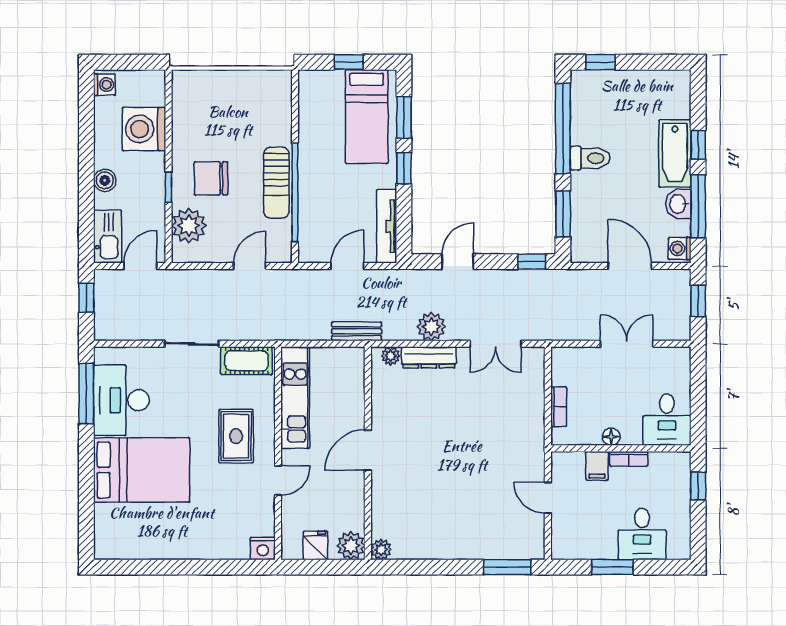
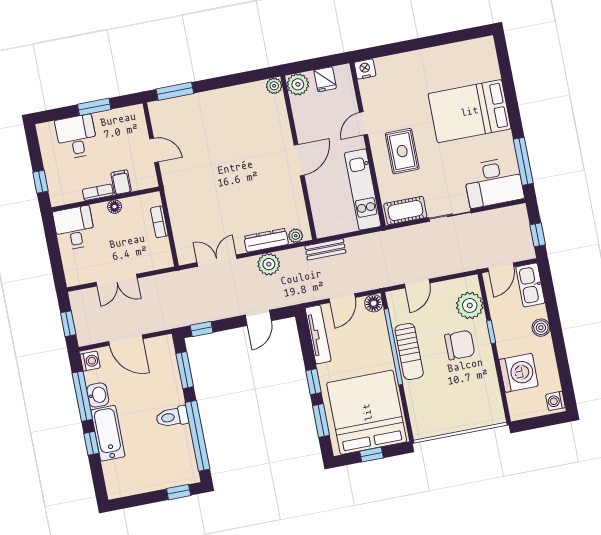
bed: (367, 117) -> (367, 412), width x2.04
sun lounger: (276, 183) -> (409, 351), turned 180
floor lamp: (309, 252) -> (374, 303), added
desk: (121, 400) -> (493, 182), moved, turned 90

